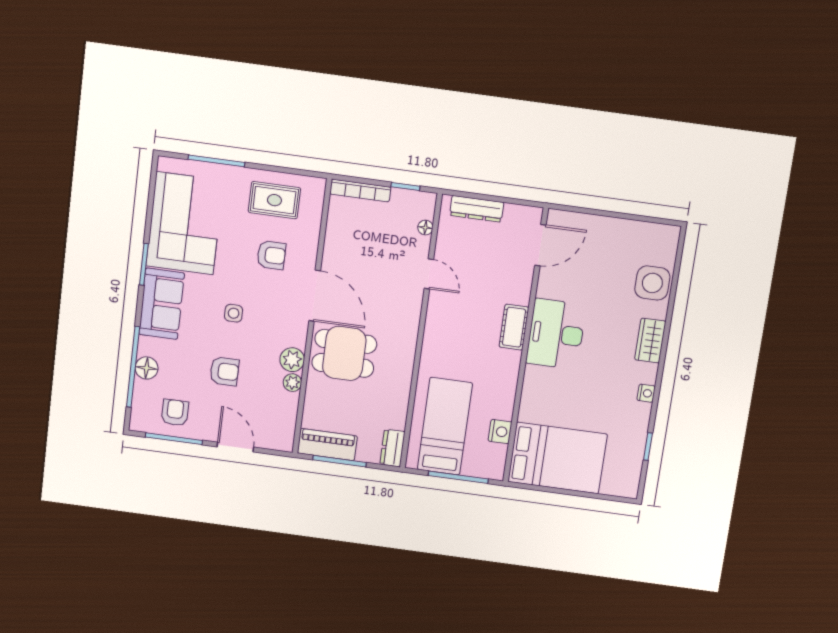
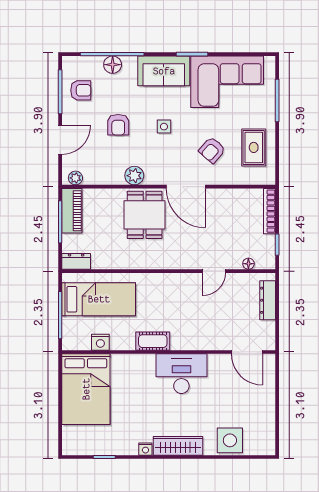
armchair: (271, 255) -> (212, 150), turned 41
door: (315, 296) -> (186, 187), hinge flipped
cot: (514, 327) -> (153, 341), moved
wardrobe: (650, 341) -> (178, 446), width x1.50
plant: (292, 383) -> (75, 178), moved

